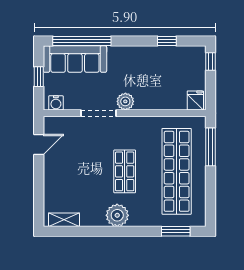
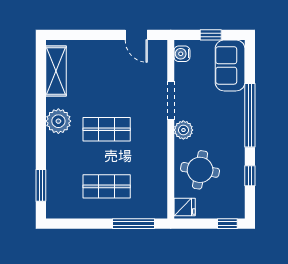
window: (82, 41) -> (250, 115), moved
sofa: (75, 59) -> (230, 65), width x0.73
round table: (162, 86) -> (200, 170), added
shop shelf: (177, 171) -> (107, 186), width x0.50, depth x0.74
shelving: (64, 220) -> (56, 71), width x1.50, depth x1.33

